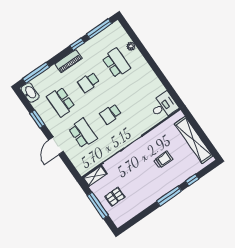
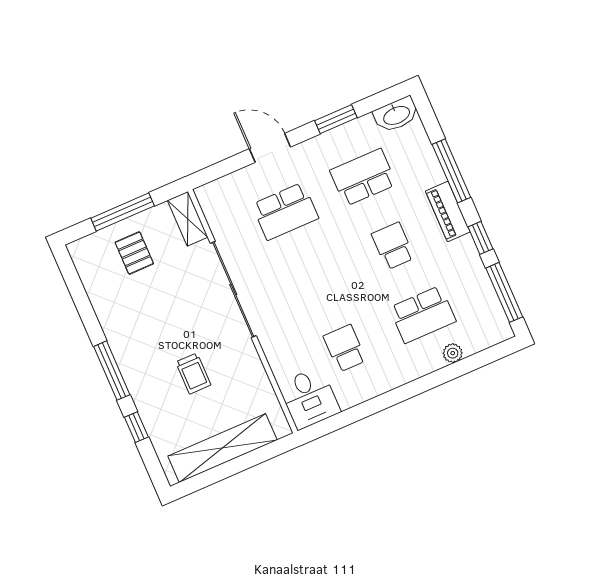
window: (36, 73) -> (451, 171), moved
school desk: (111, 114) -> (345, 348), moved

